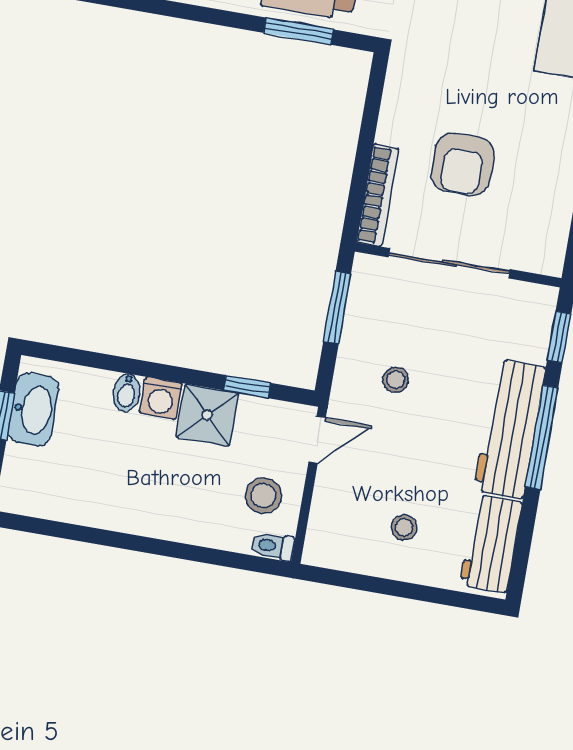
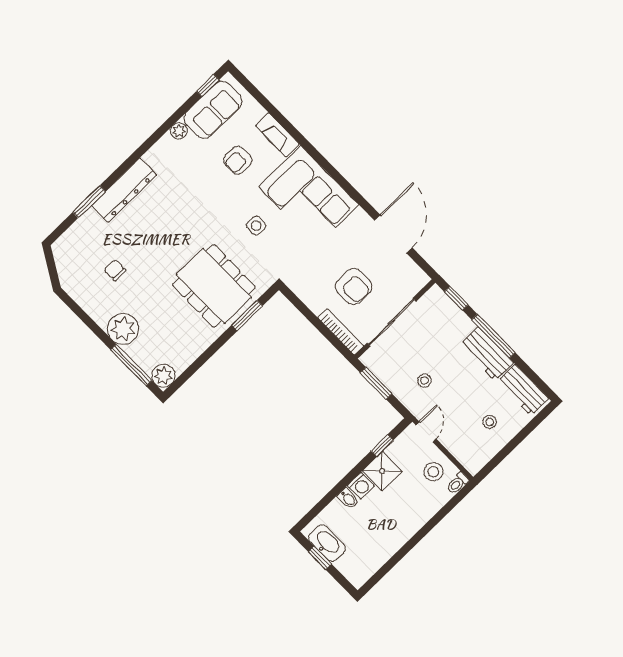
workbench: (510, 429) -> (487, 354), width x0.73

